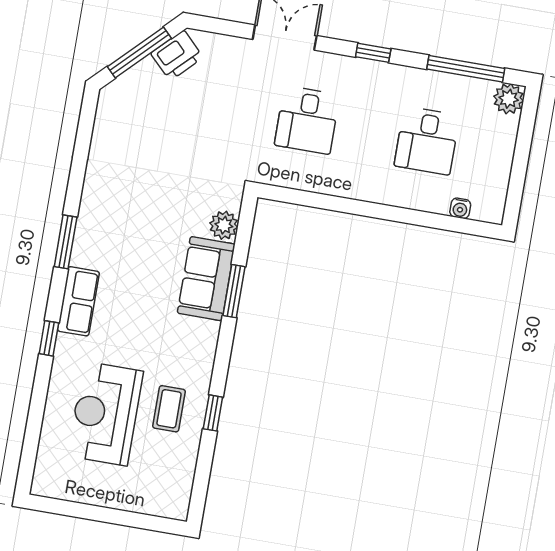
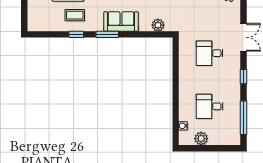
plant: (509, 99) -> (201, 139), moved
sofa: (206, 279) -> (121, 21), moved
window: (234, 291) -> (107, 34), moved

